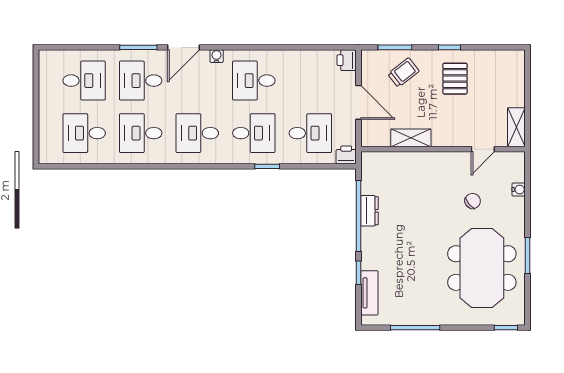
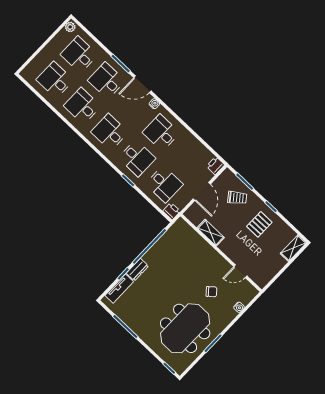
plant: (46, 60) -> (70, 27), added
desk: (84, 81) -> (79, 55), turned 180
shelving: (516, 127) -> (293, 248), moved
dresser: (369, 211) -> (137, 270), moved

